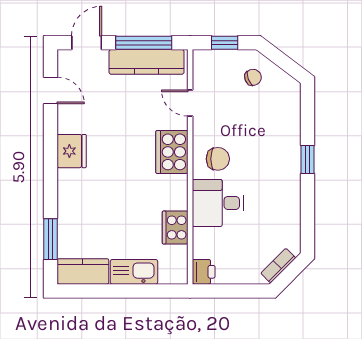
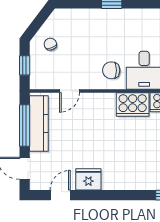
fridge: (72, 151) -> (88, 179), moved
cooker: (172, 152) -> (133, 105), moved
chair: (218, 159) -> (111, 70), turned -90

